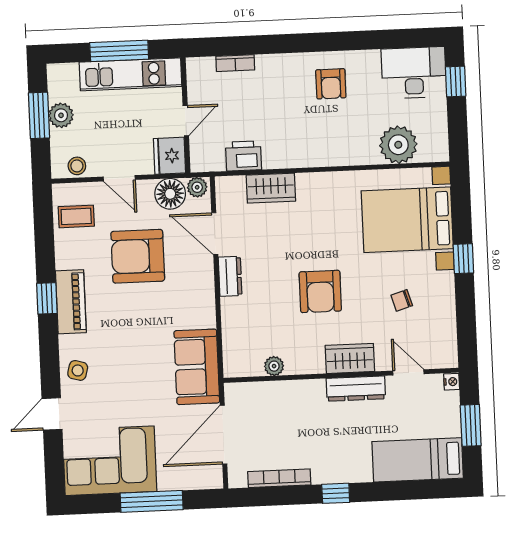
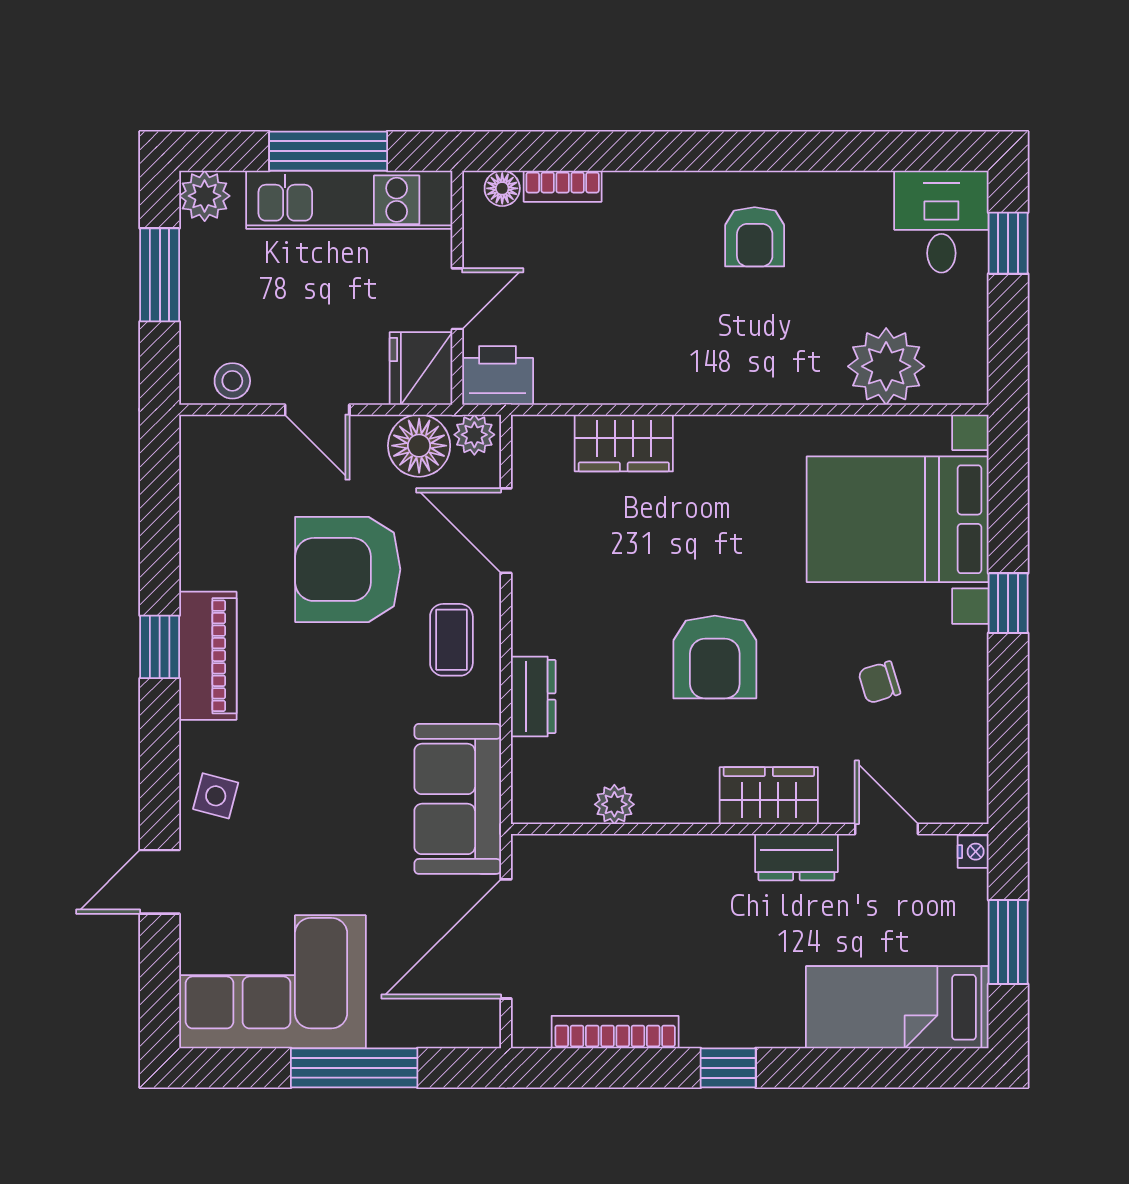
floor lamp: (206, 65) -> (502, 188), added
desk: (414, 73) -> (941, 222), width x0.73
plant: (61, 115) -> (205, 196), moved
printer: (244, 156) -> (498, 375), moved
coffee table: (76, 216) -> (451, 640), moved, turned 90
dresser: (230, 276) -> (533, 697), moved
dresser: (356, 389) -> (796, 857), width x0.70

